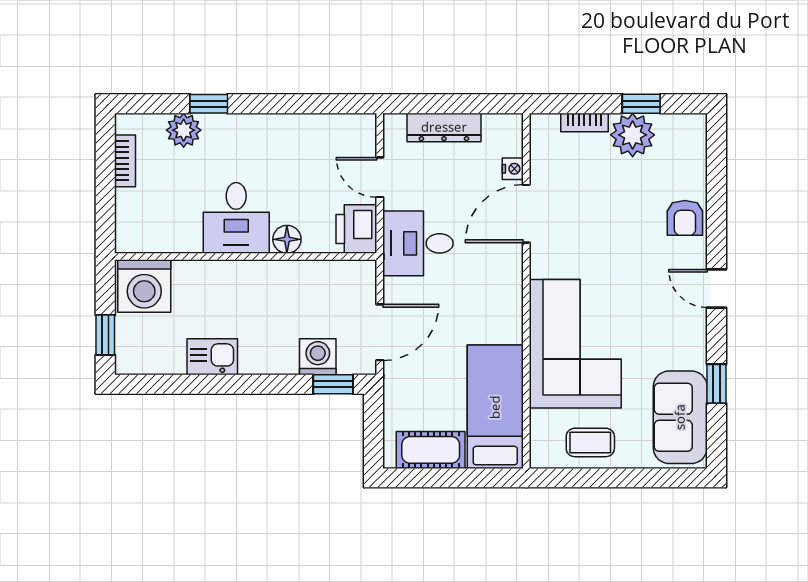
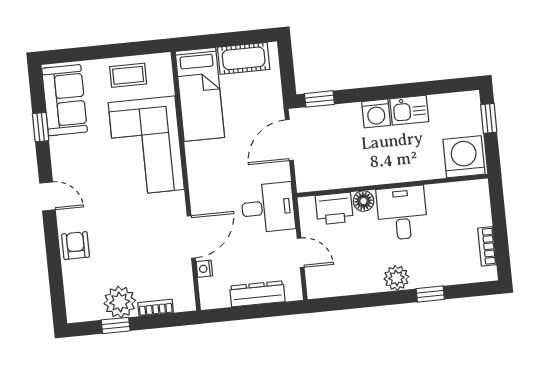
plant: (184, 130) -> (396, 278), moved
printer: (356, 229) -> (334, 208), moved, turned 90
washing machine: (318, 357) -> (376, 113), moved

